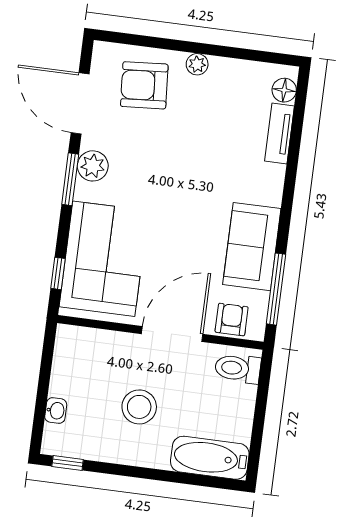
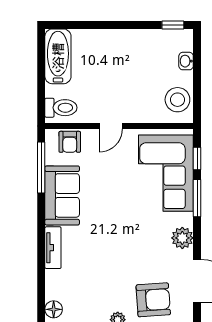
tv unit: (279, 133) -> (53, 248), moved
window: (70, 179) -> (197, 198), moved
door: (172, 334) -> (111, 126), width x0.53
stool: (139, 407) -> (177, 100), moved
bathtub: (210, 458) -> (58, 56), moved, turned -90

